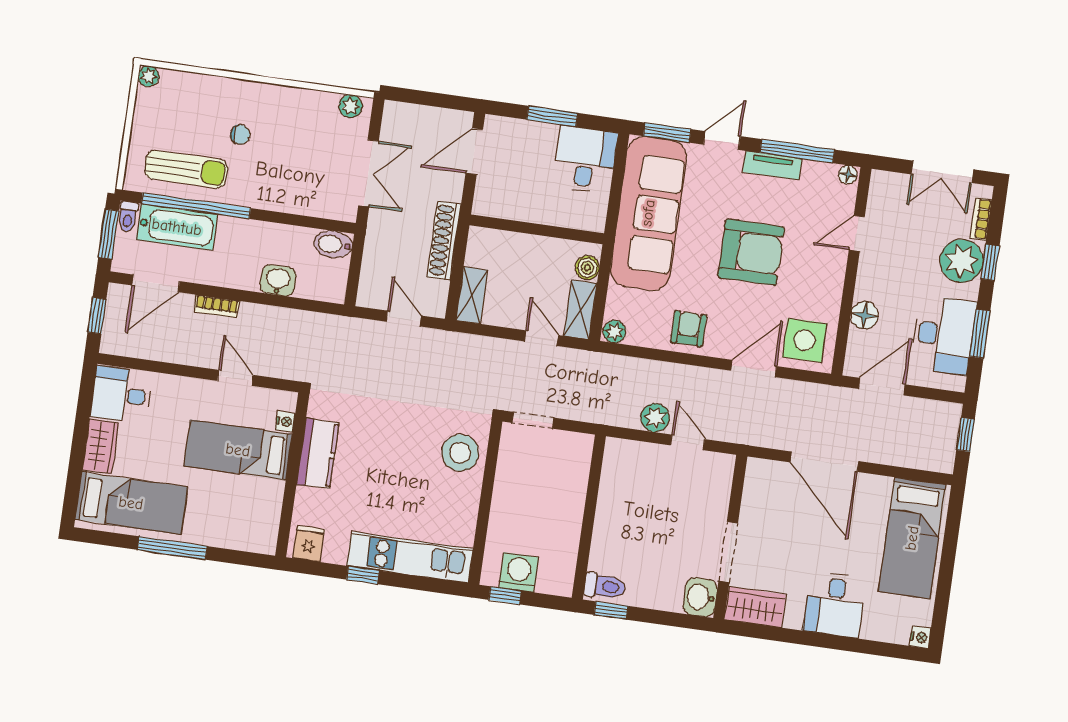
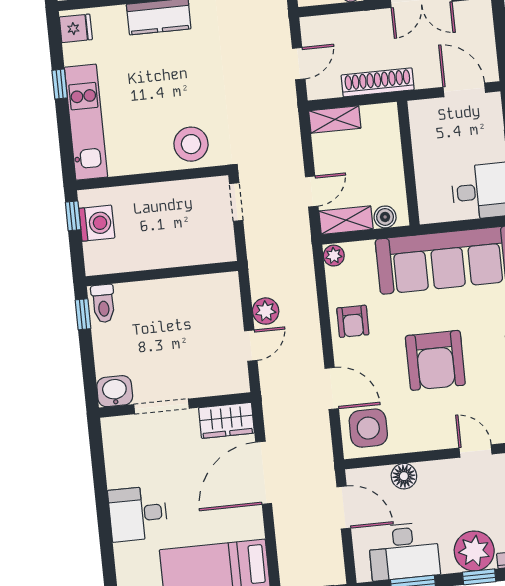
armchair: (689, 329) -> (353, 321), turned 90
wardrobe: (755, 607) -> (226, 420), moved, turned 90

